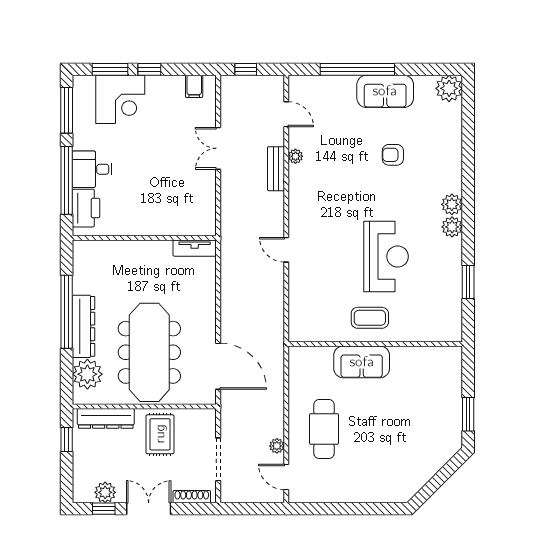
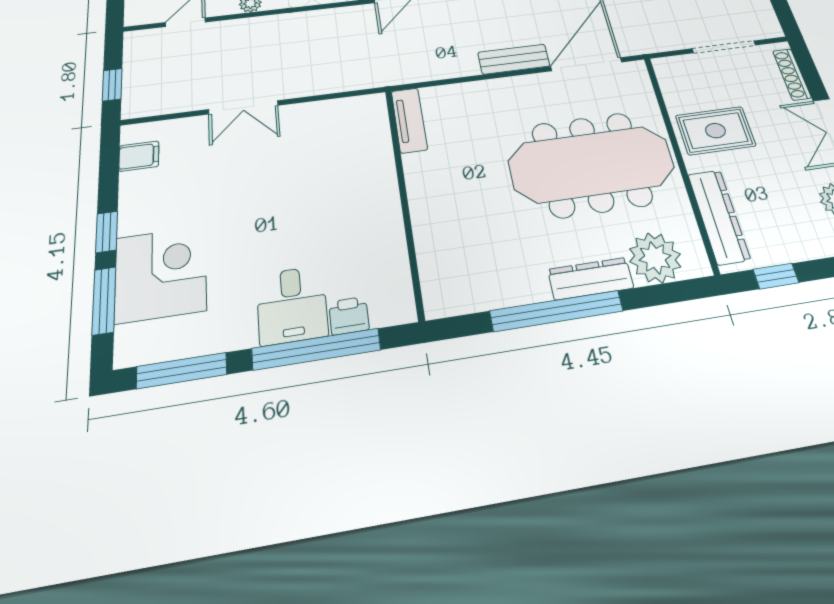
bench: (276, 169) -> (514, 59), moved
printer: (86, 208) -> (349, 316), width x0.53, depth x0.68
dresser: (83, 326) -> (591, 279), width x0.73, depth x0.80

